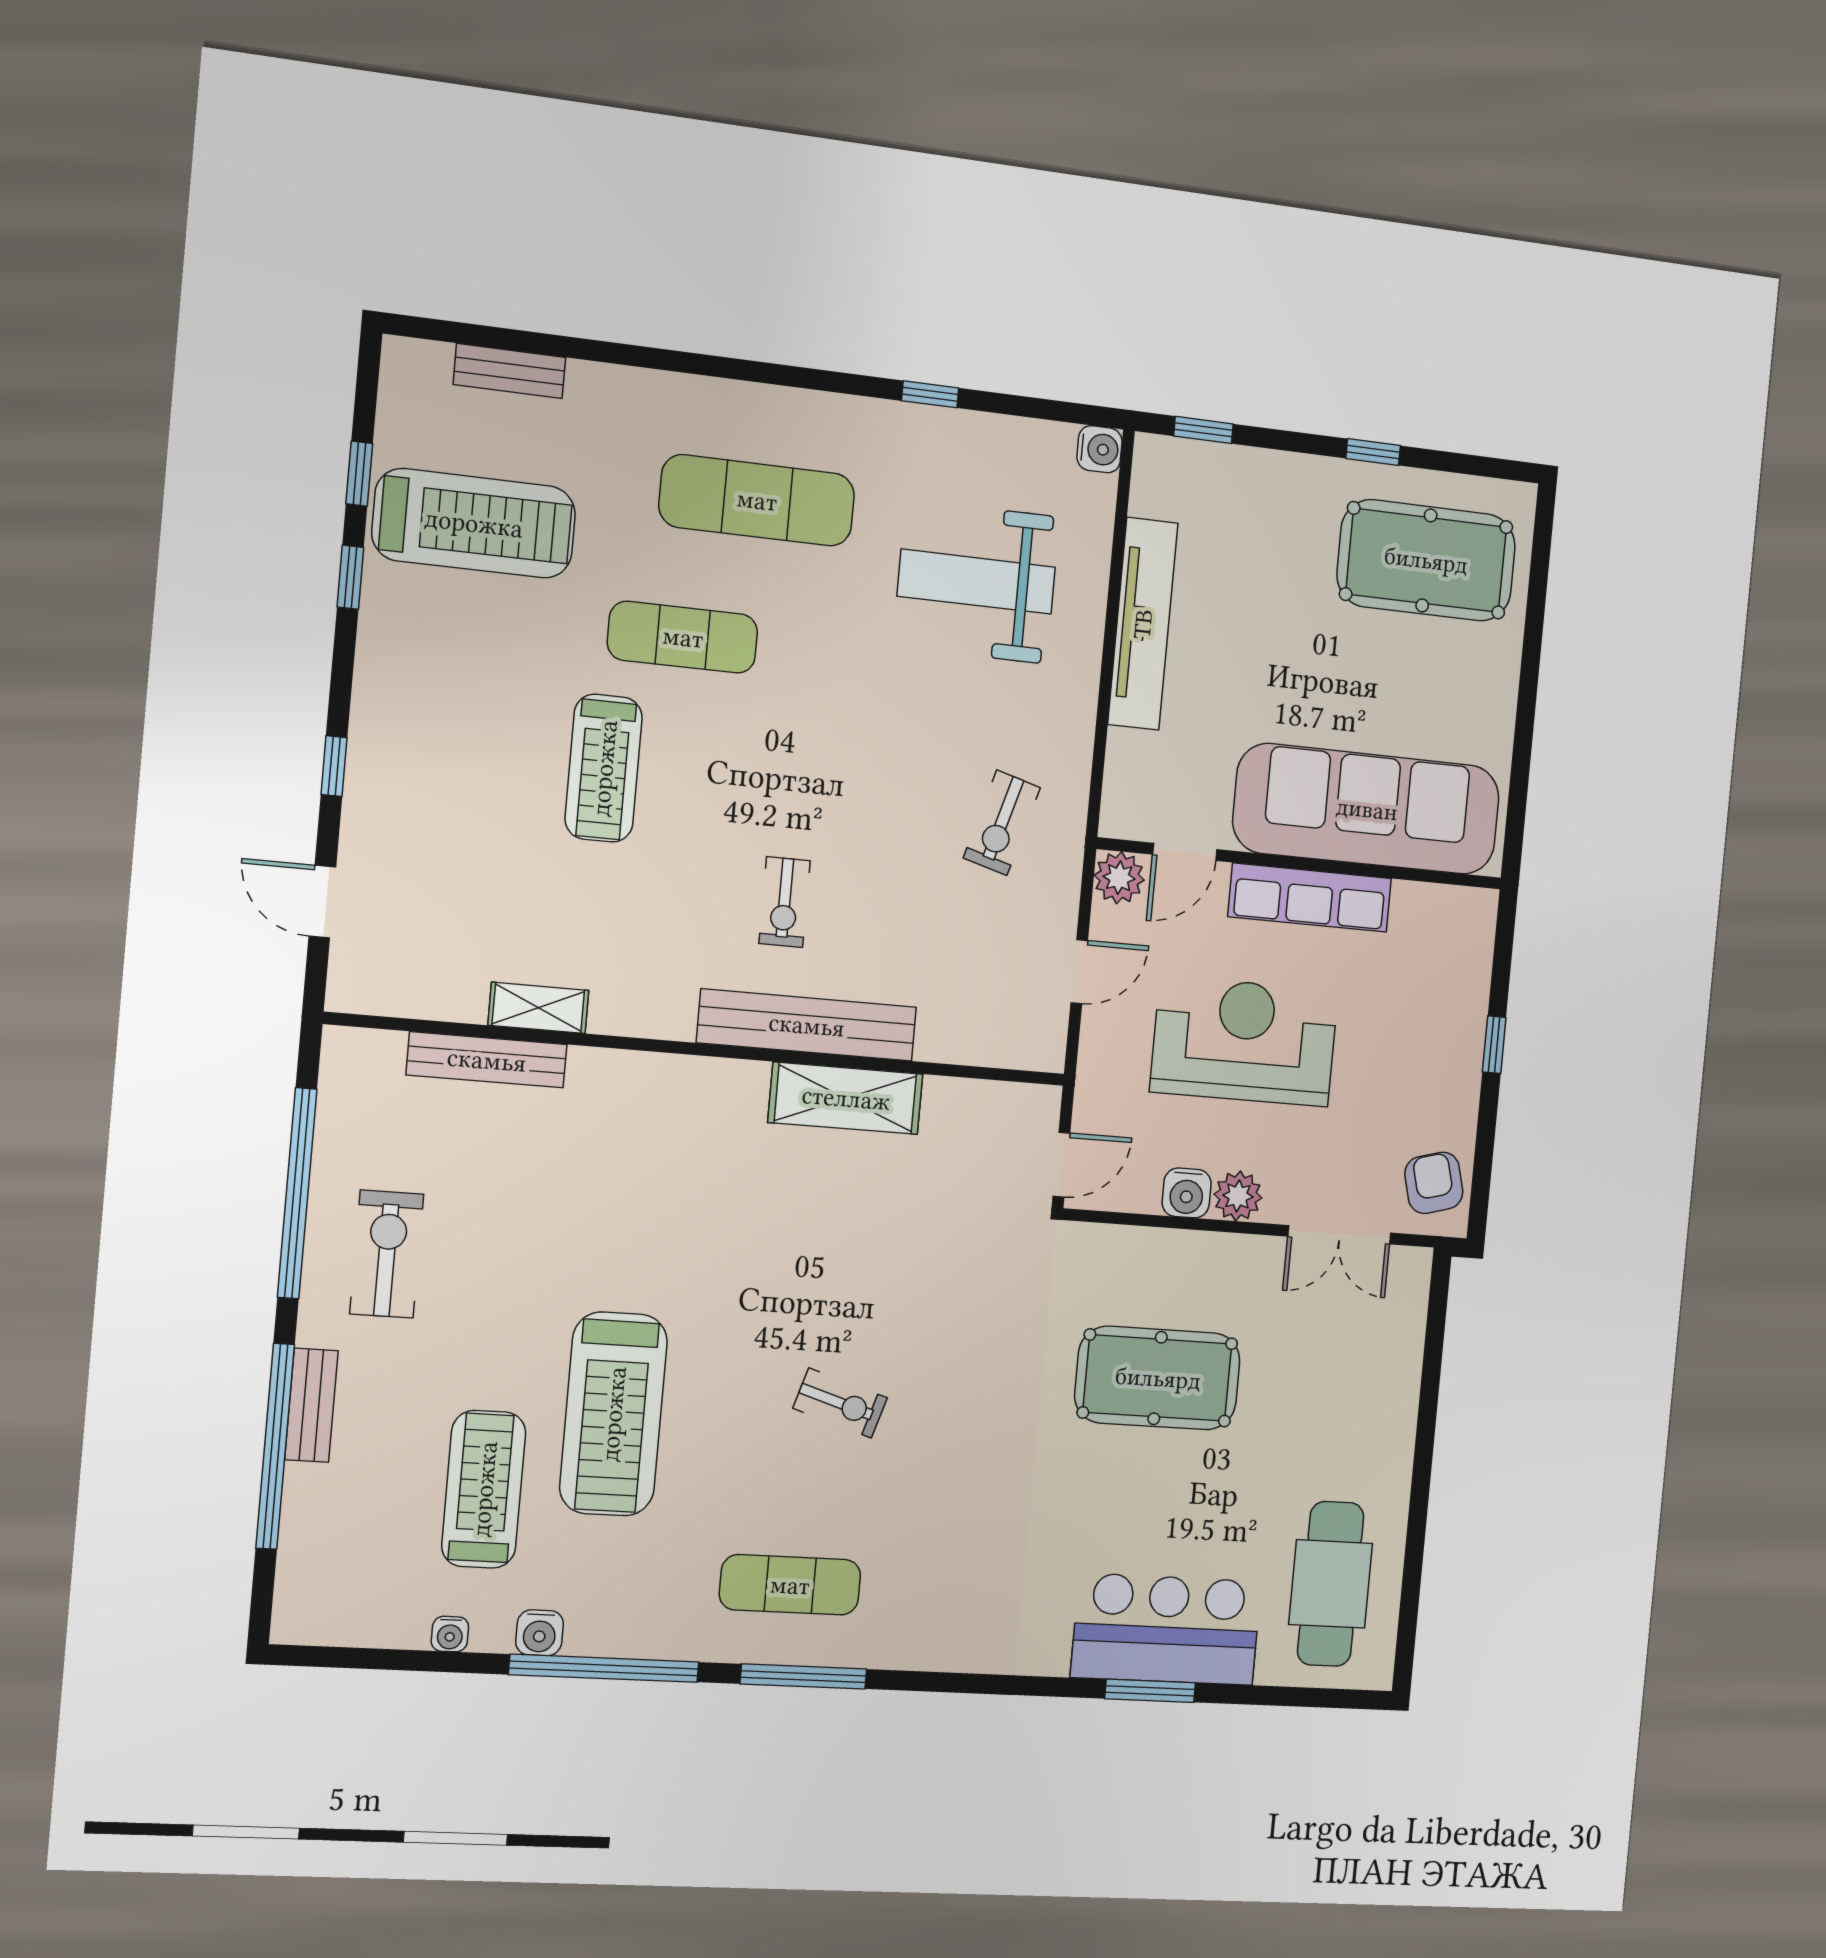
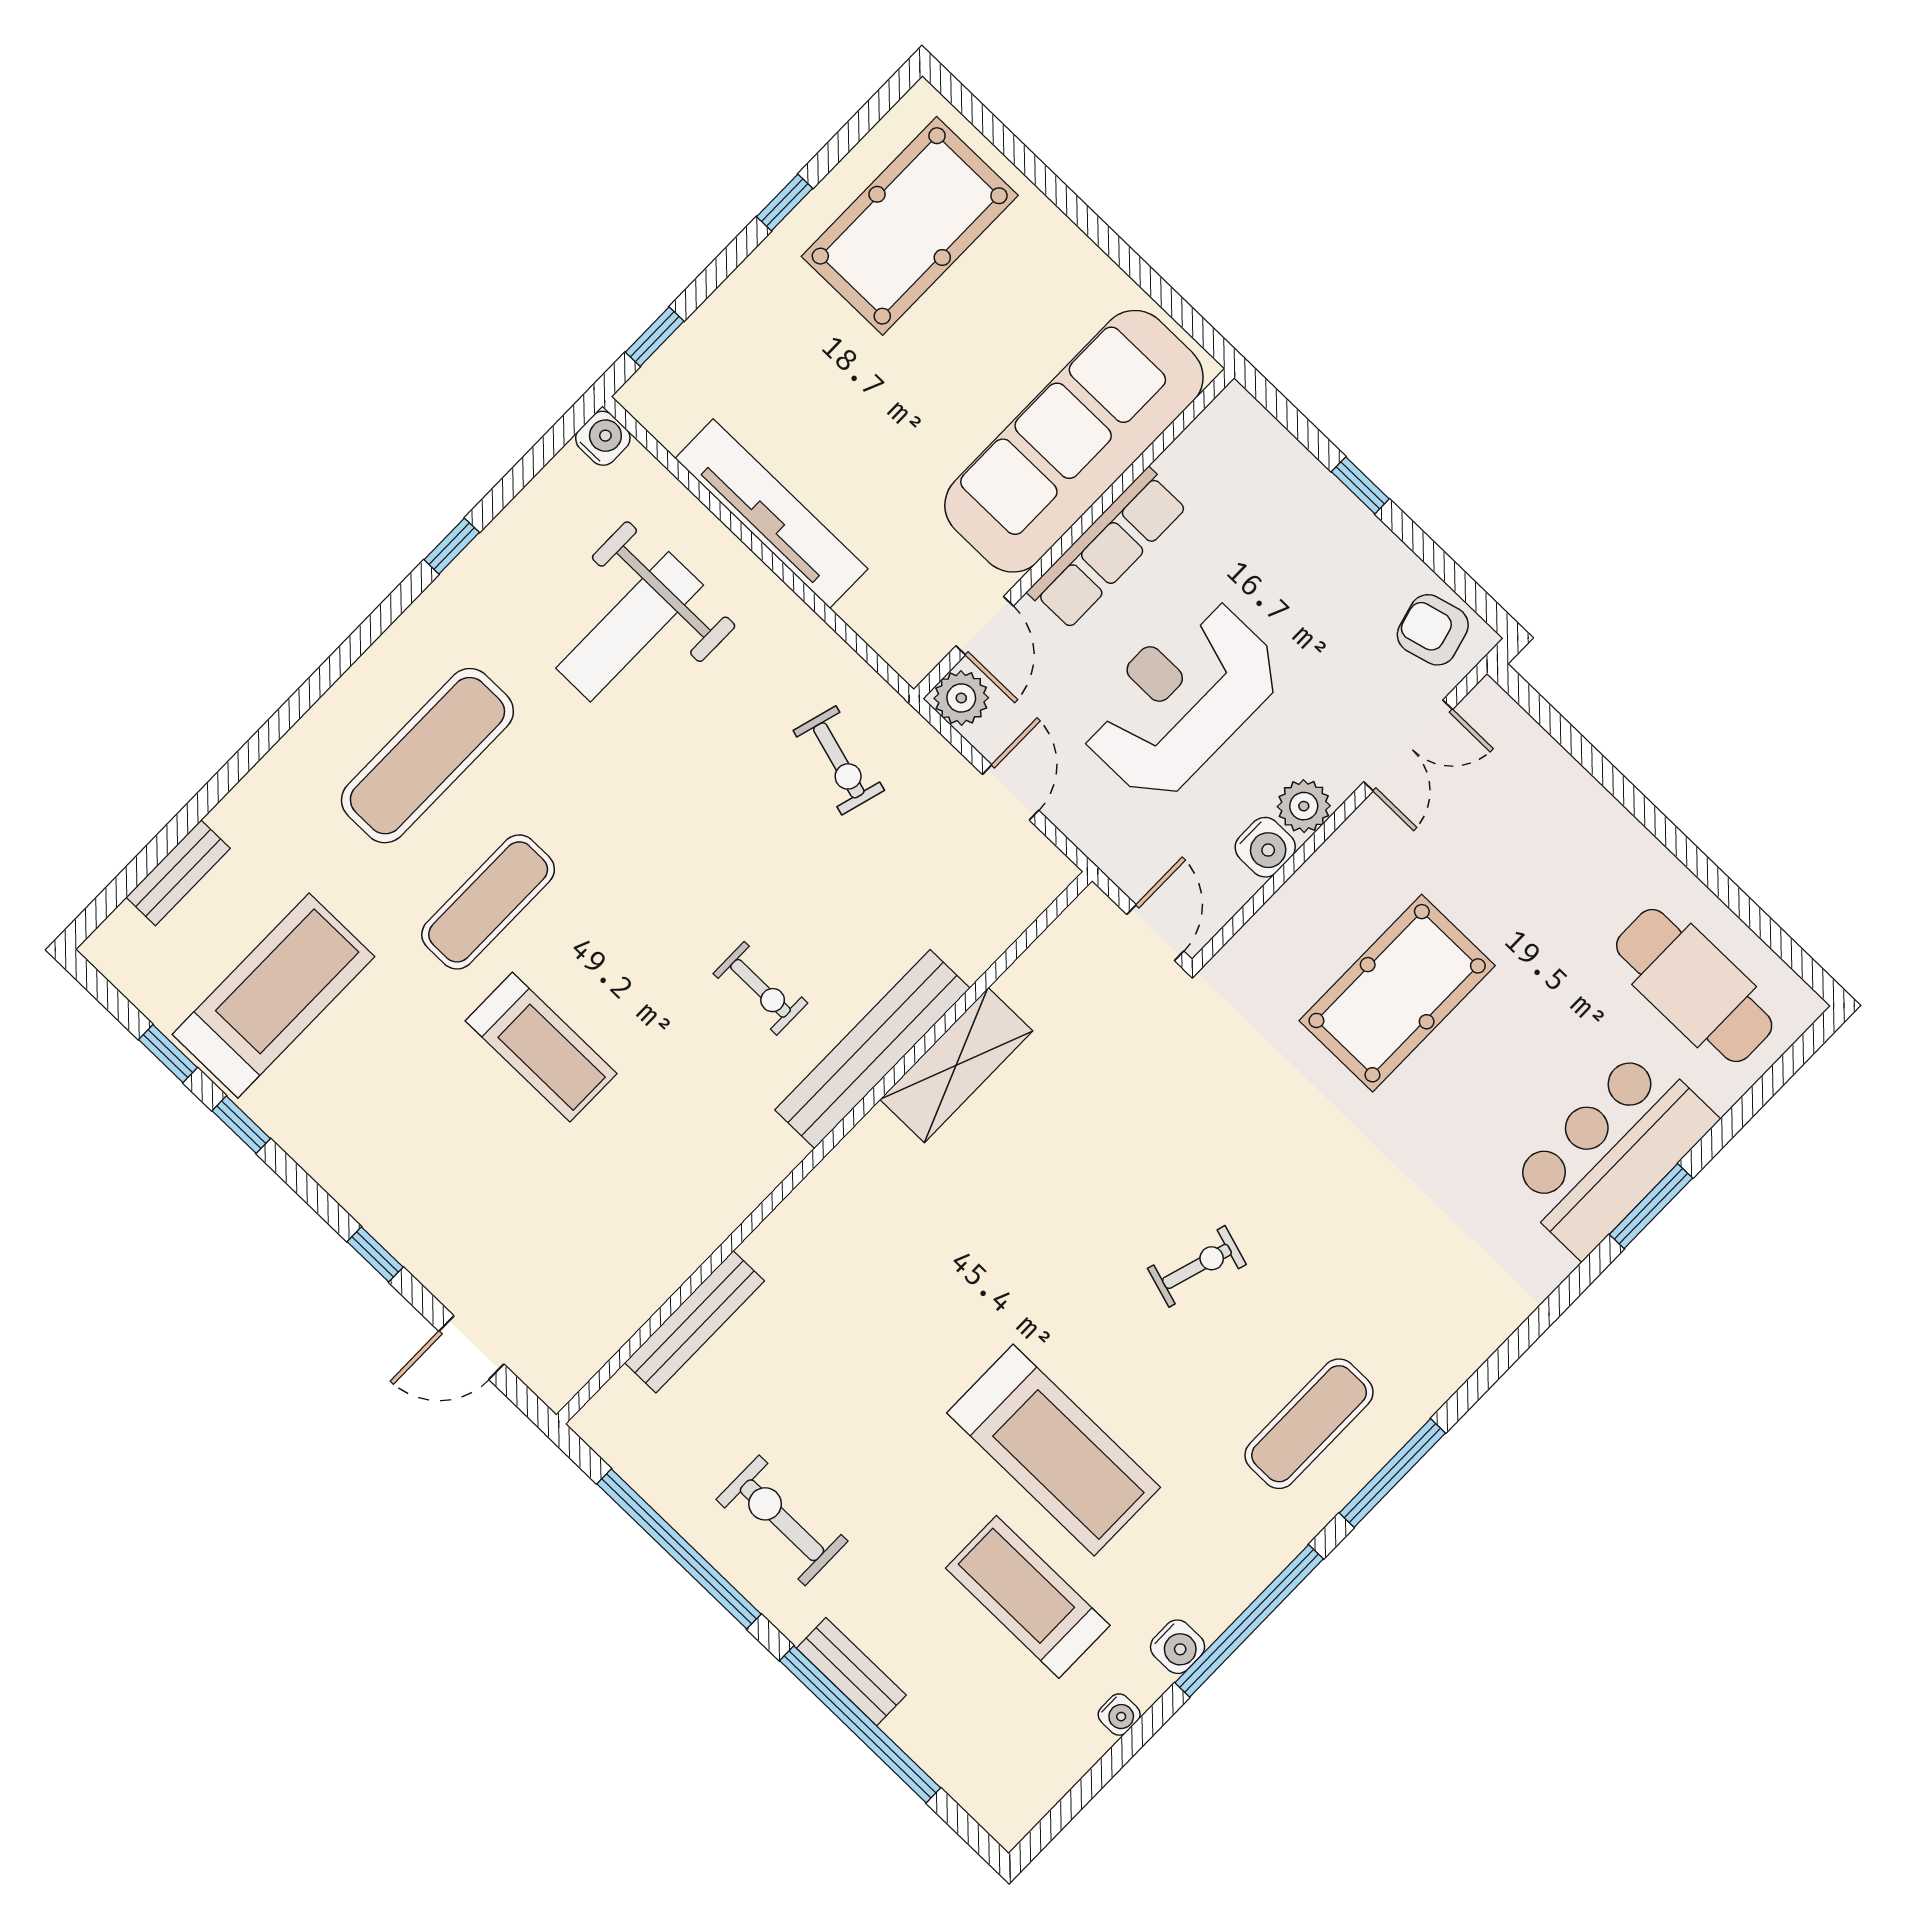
shelving: (538, 1008) -> (687, 1249), removed

